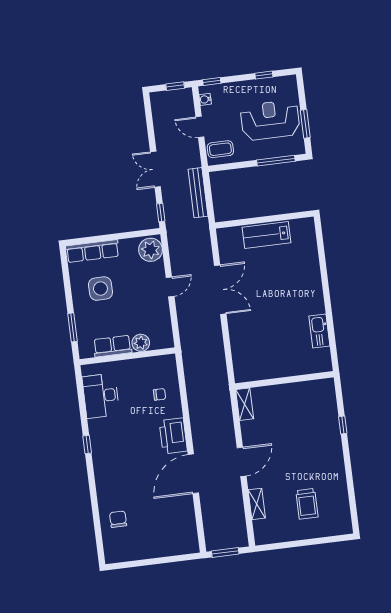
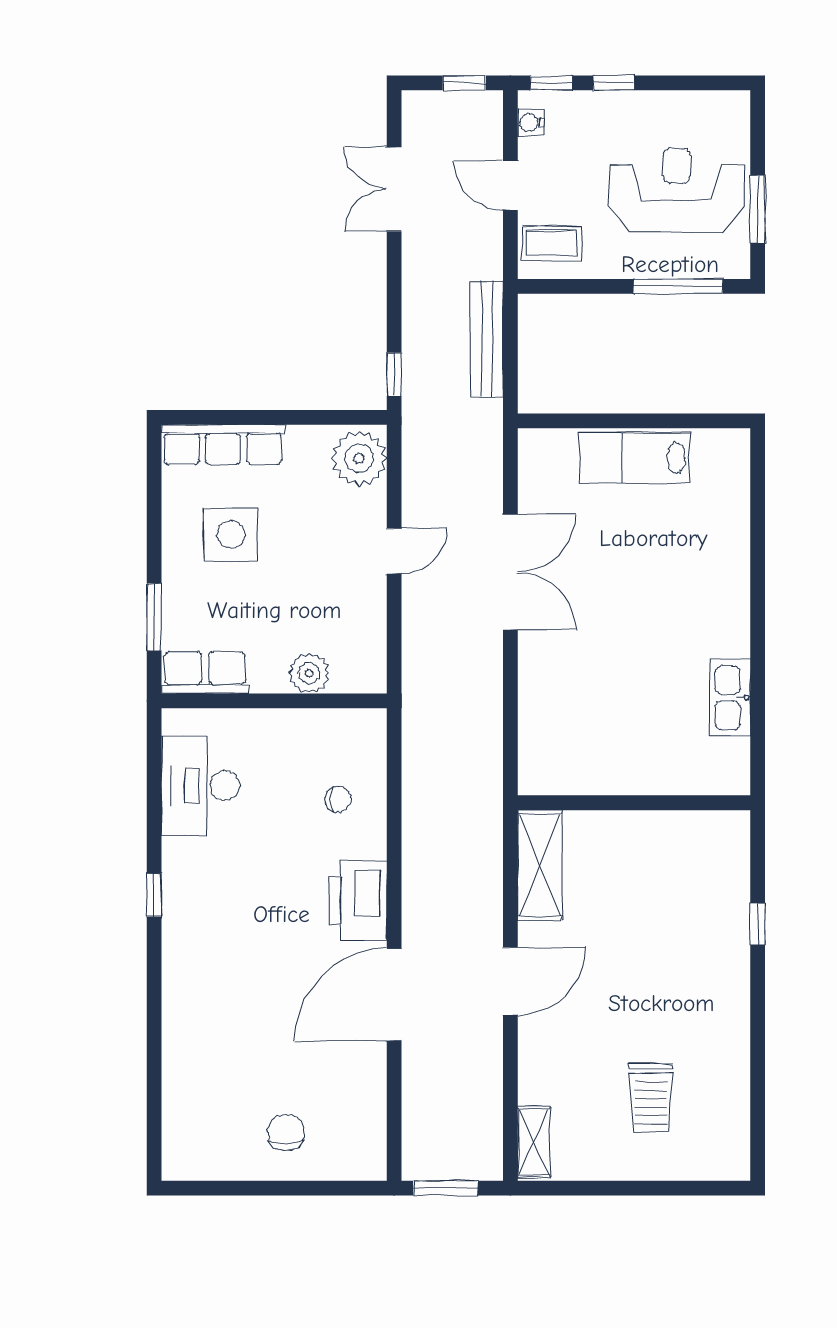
window: (264, 75) -> (614, 83), moved
double door: (155, 169) -> (394, 189), moved
row of seats: (112, 346) -> (205, 673), moved
shelving: (245, 404) -> (540, 865), width x1.50, depth x1.33
shelving: (257, 504) -> (534, 1142), moved
chair: (118, 519) -> (286, 1132), moved

